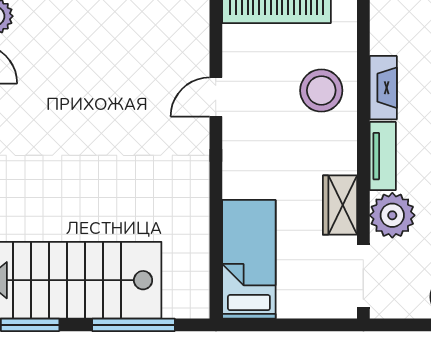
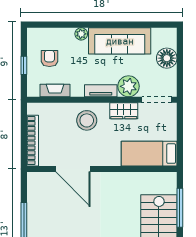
fireplace: (383, 88) -> (55, 90), moved
stool: (321, 90) -> (87, 120), moved
door: (216, 97) -> (73, 169), width x1.87

